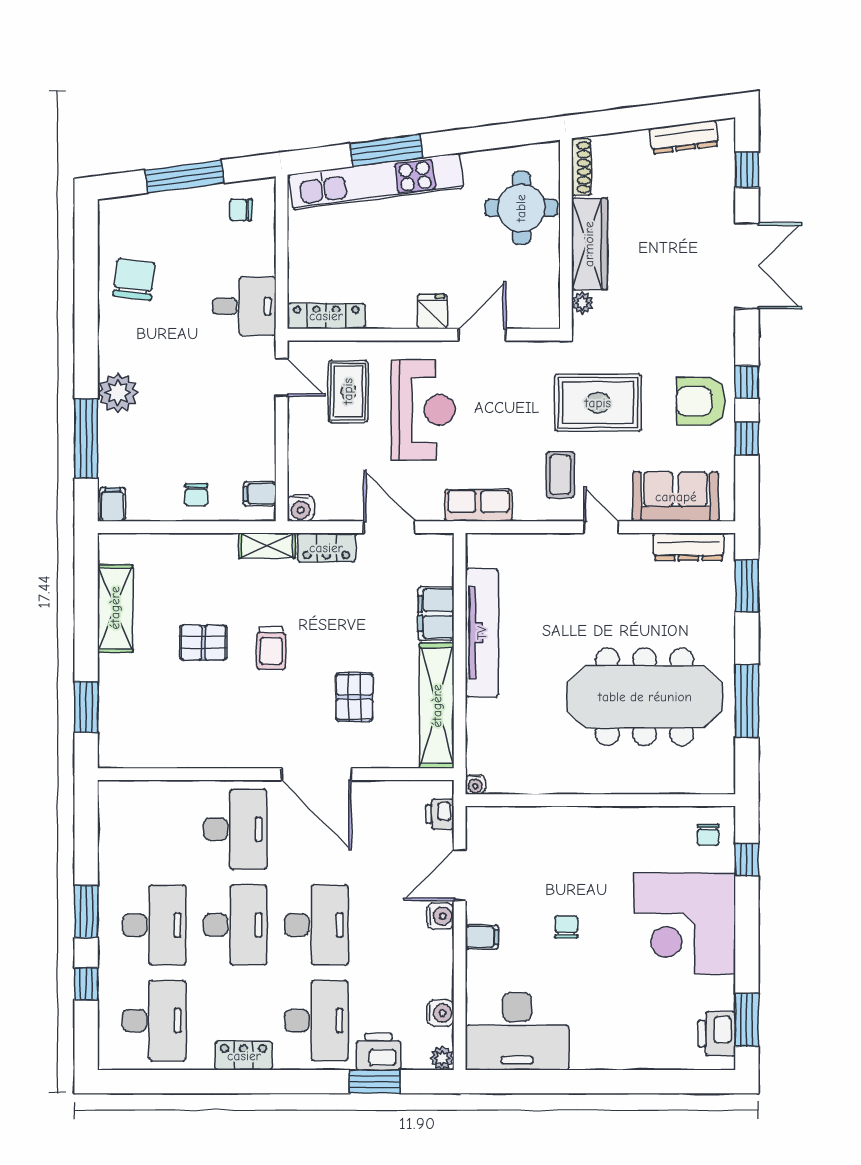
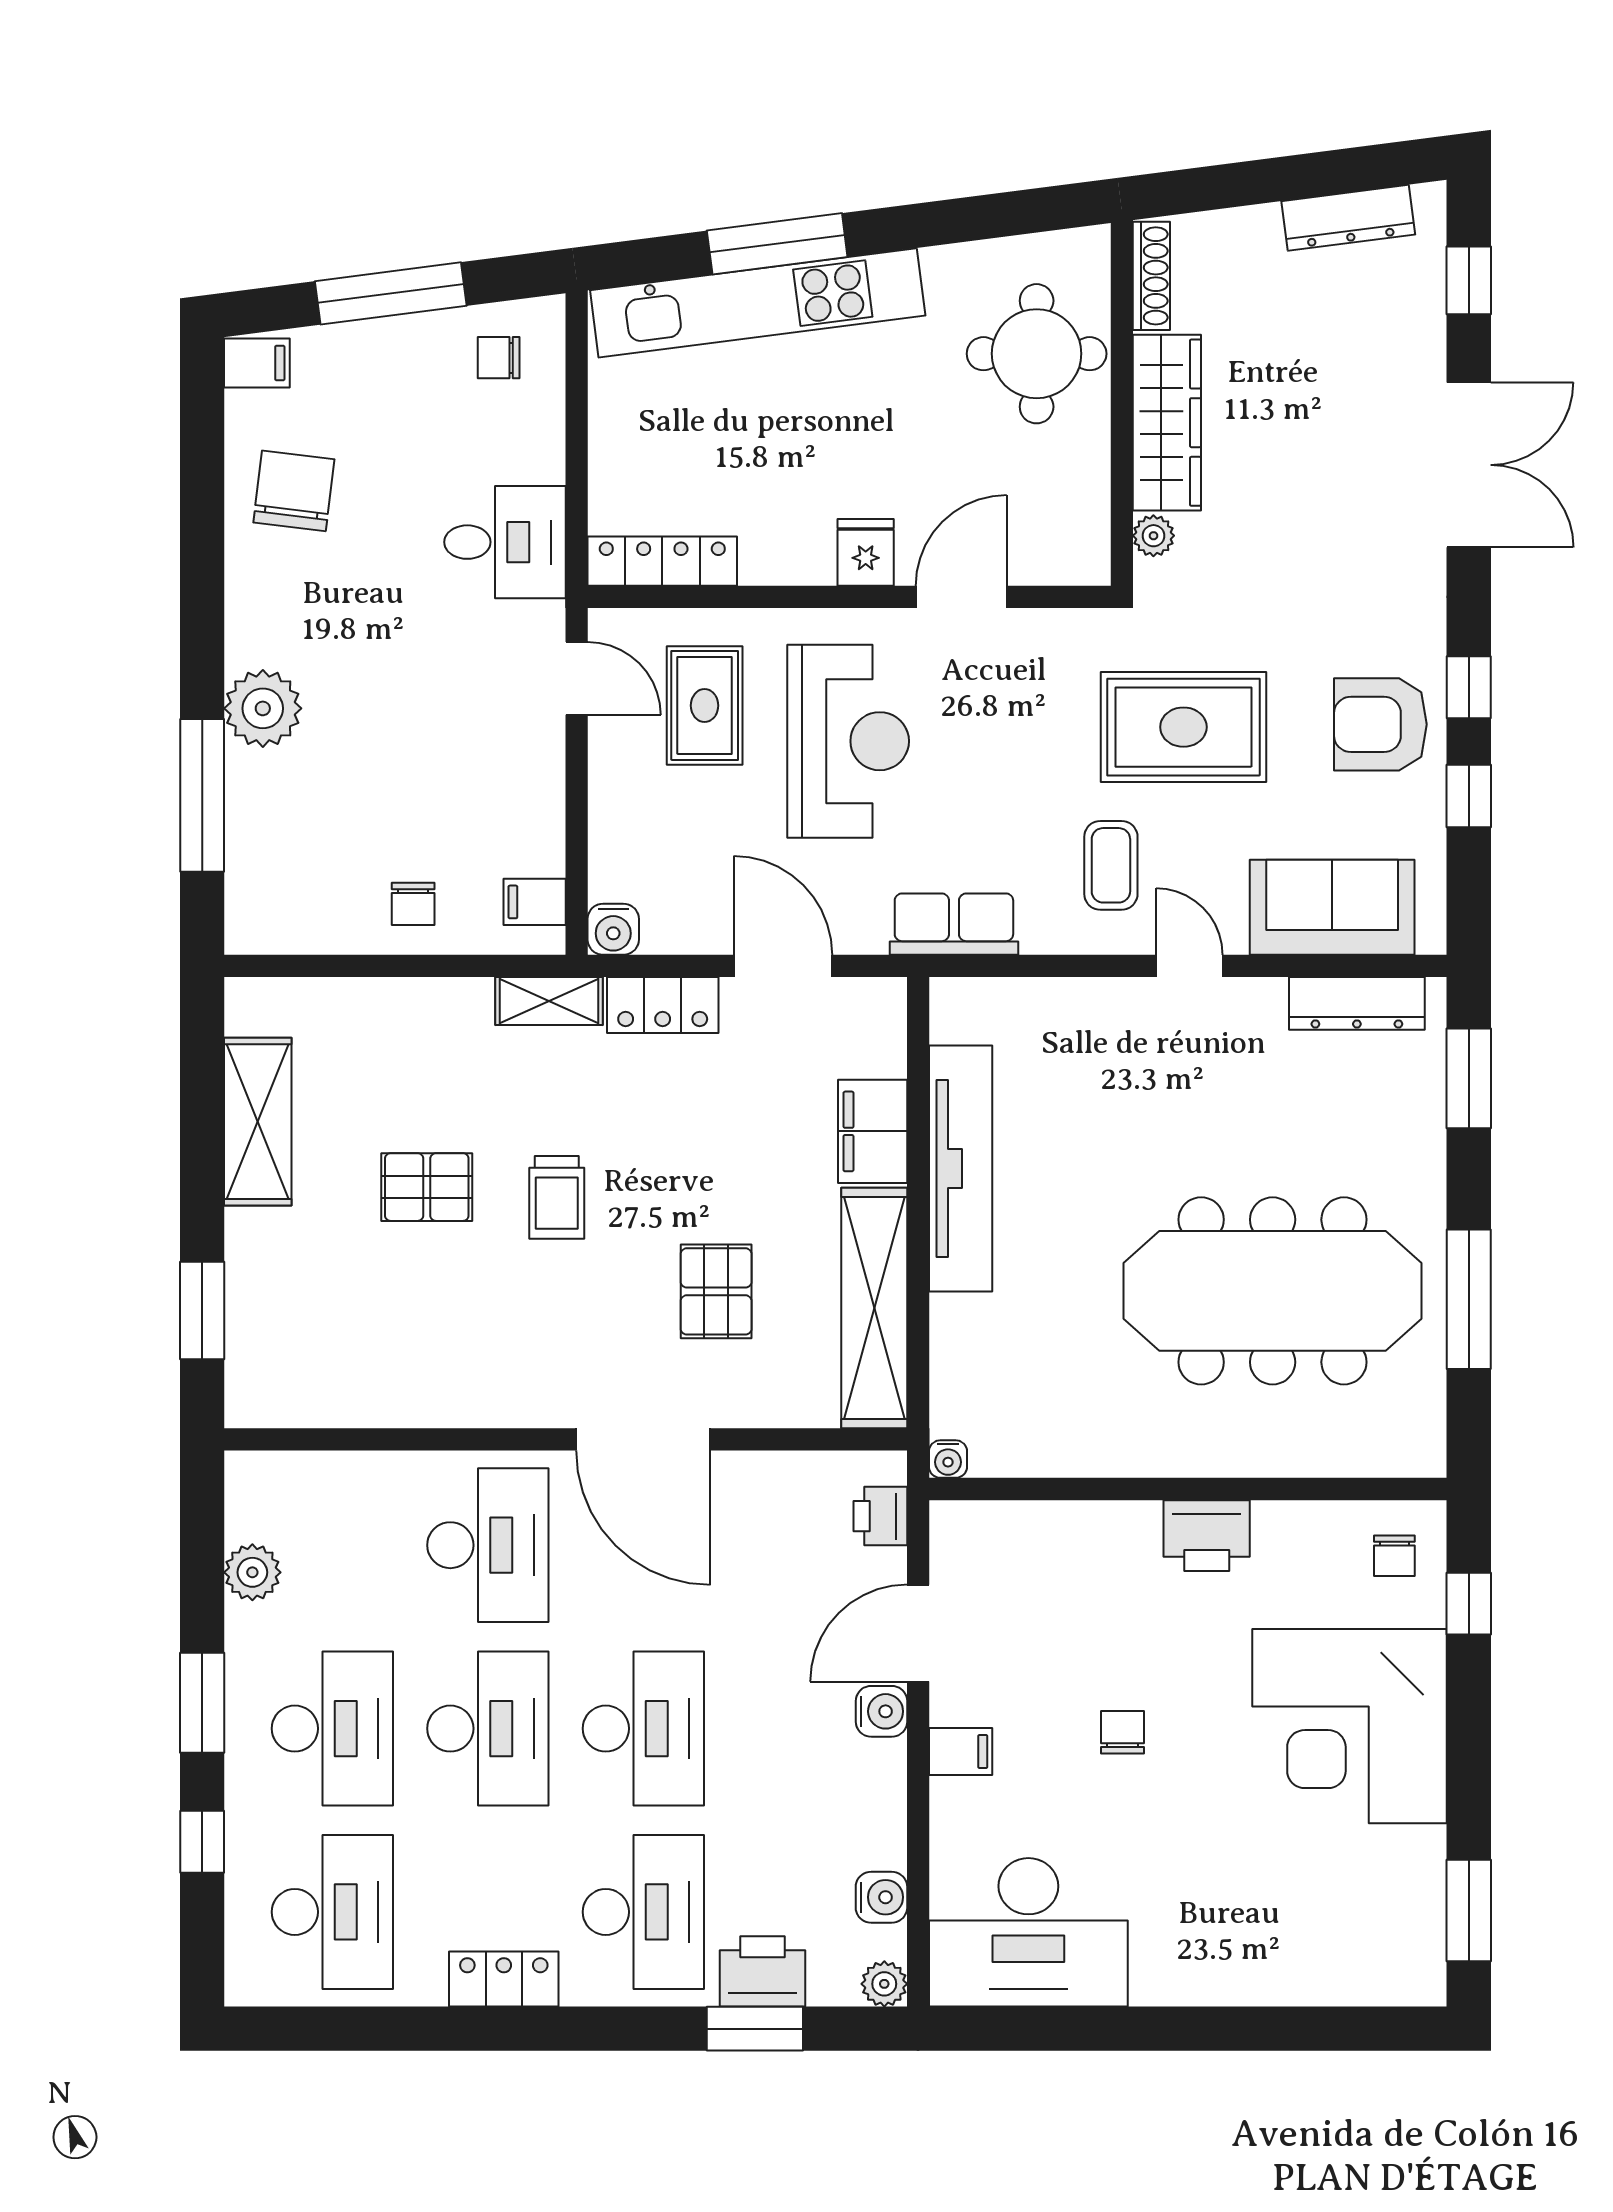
filing cabinet: (113, 504) -> (257, 363), moved, turned 90
plant: (112, 843) -> (252, 1572), added
printer: (717, 1034) -> (1207, 1536), moved, turned -90

